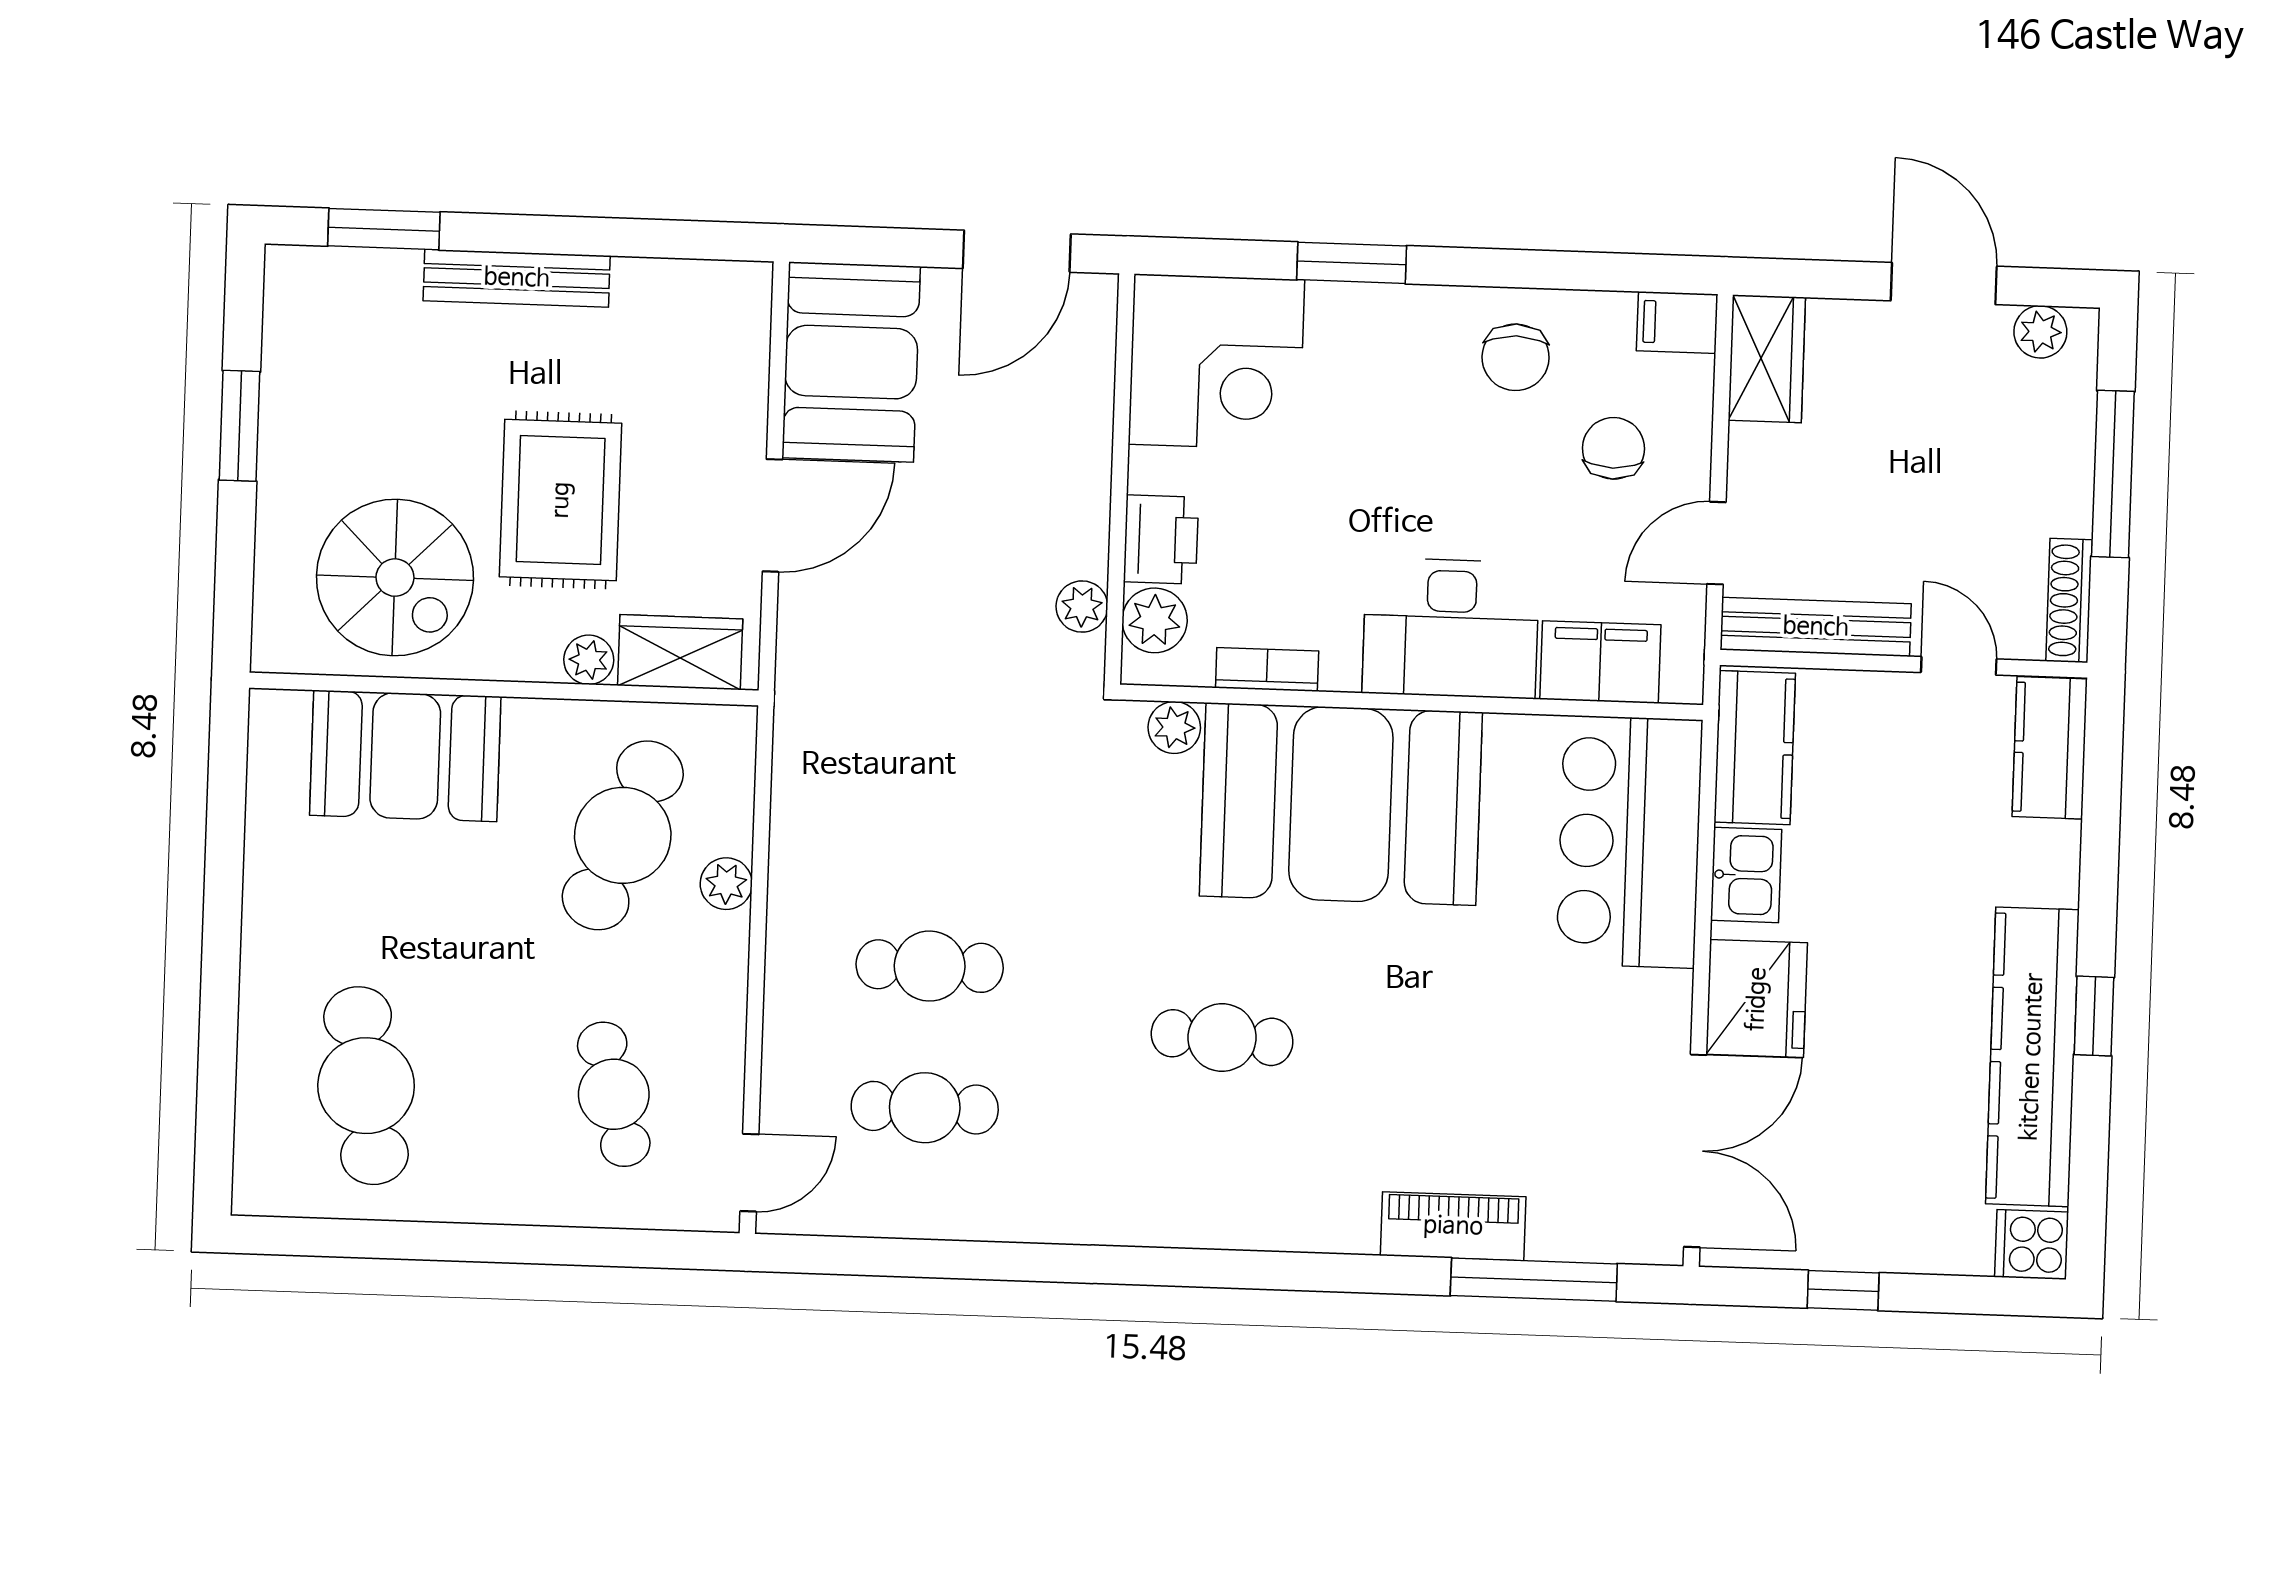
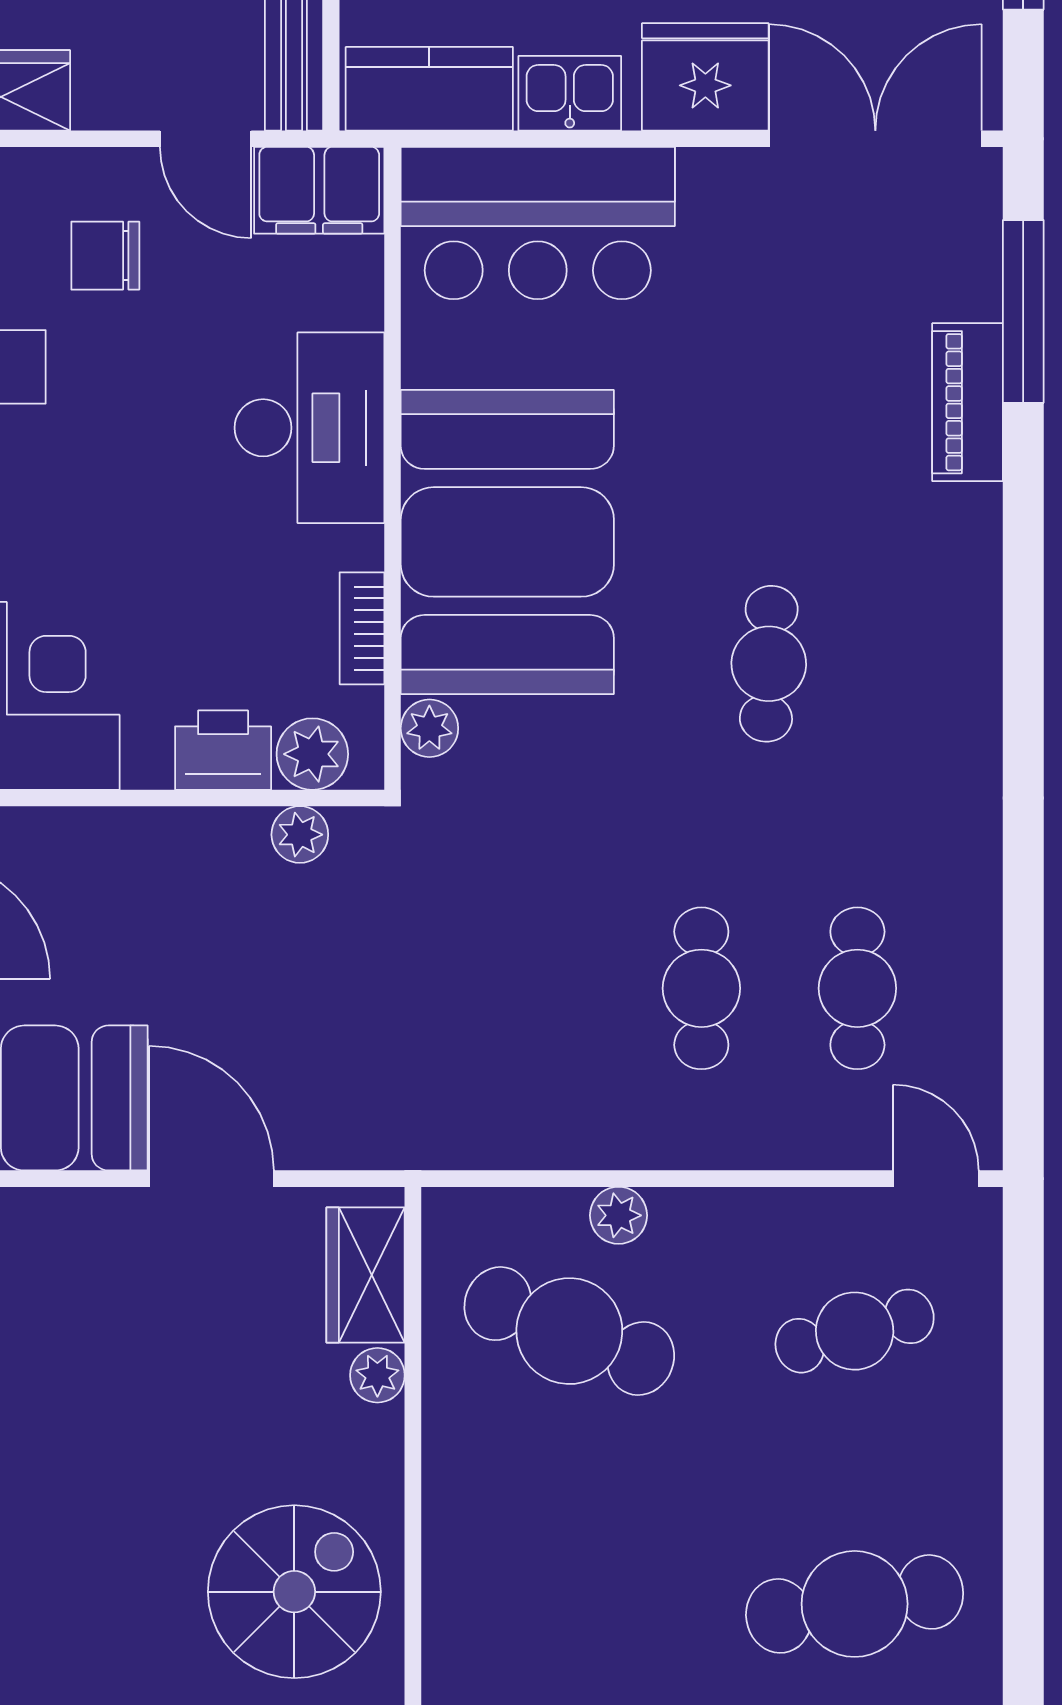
rug: (561, 500) -> (203, 1412), removed
filing cabinet: (1600, 662) -> (319, 190), moved, turned -90
booth: (405, 756) -> (490, 1573), removed

